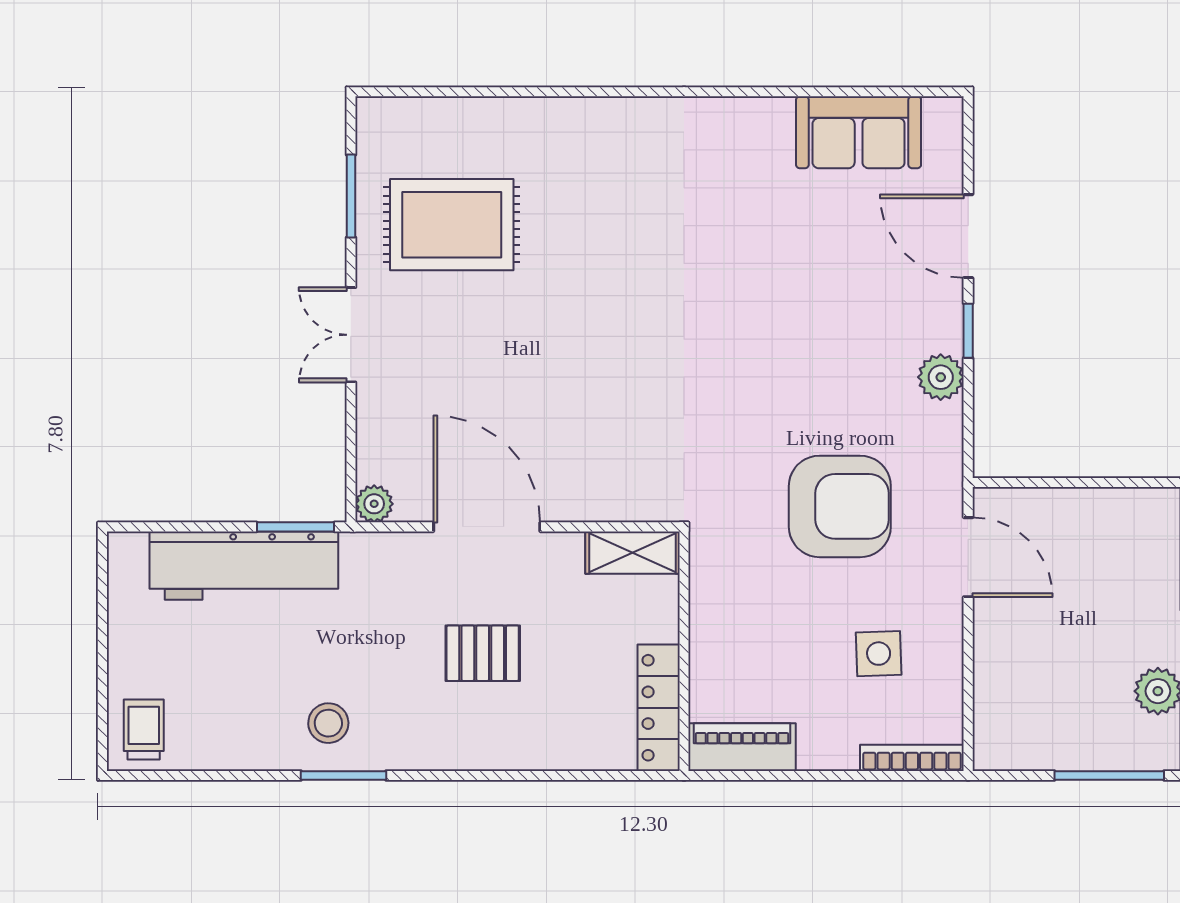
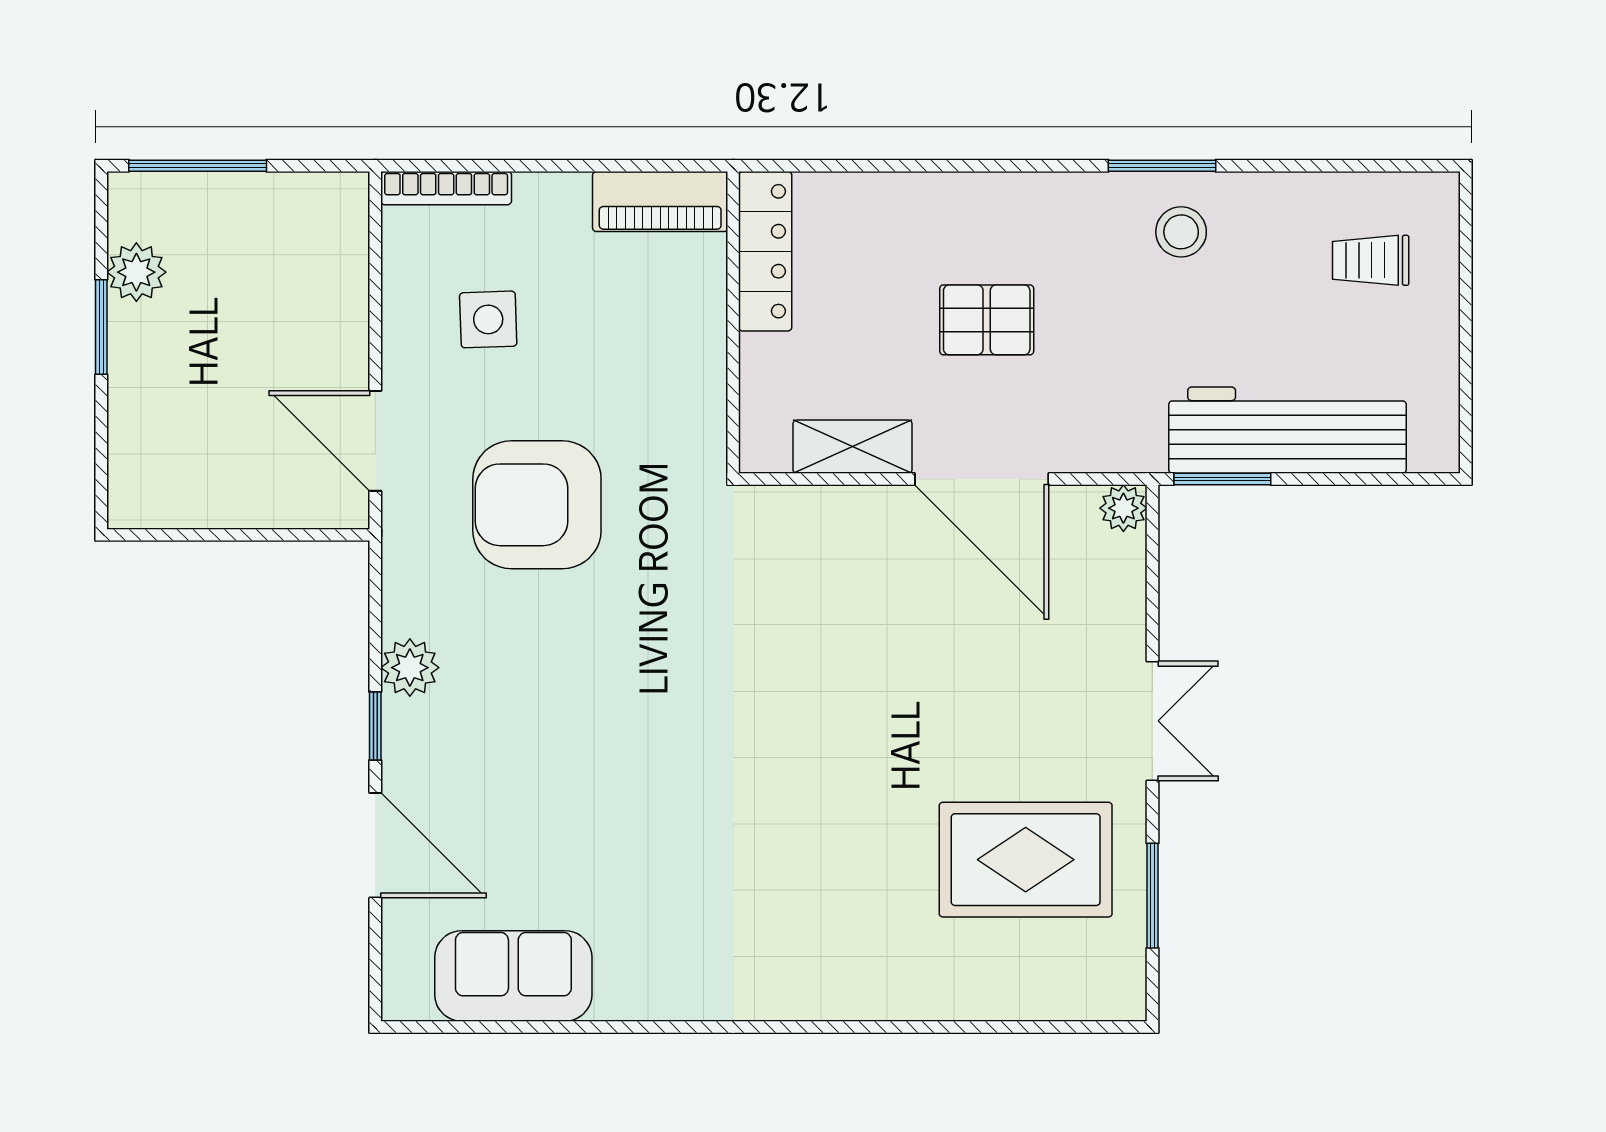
shelving: (632, 553) -> (853, 447), moved
trolley: (144, 730) -> (1371, 260), moved, turned 90

